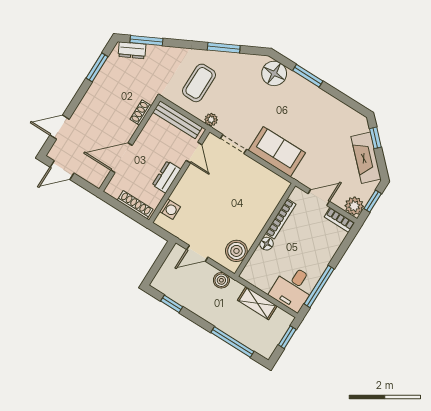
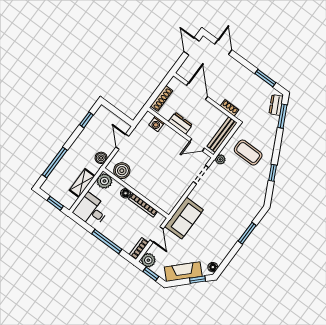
window: (224, 48) -> (273, 173), width x0.67
floor lamp: (274, 73) -> (213, 267), moved, width x0.53, depth x0.53
sofa: (277, 152) -> (184, 218), moved
plant: (252, 273) -> (104, 181), added
window: (319, 286) -> (107, 241), moved

